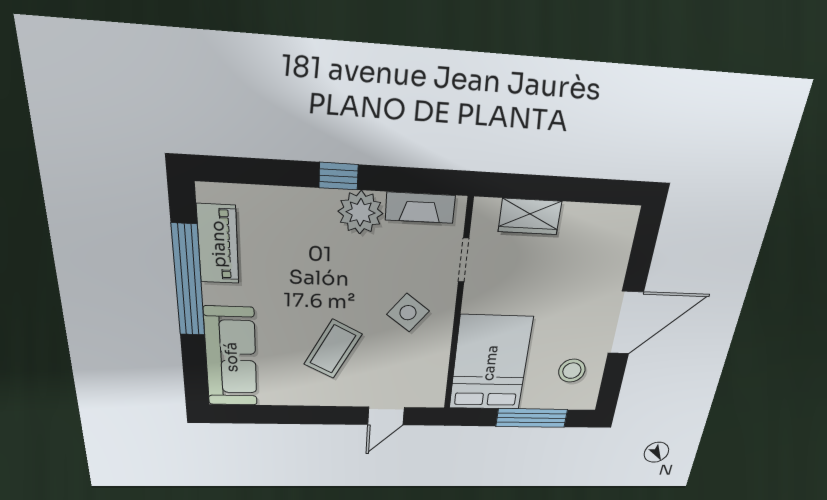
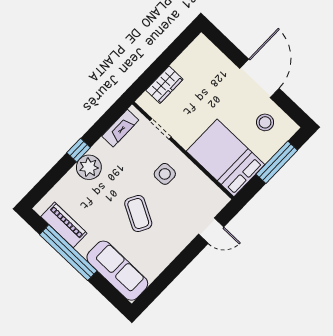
plant: (360, 212) -> (89, 167), moved
side table: (408, 313) -> (165, 174), turned -38
coffee table: (333, 349) -> (138, 214), moved
door: (386, 416) -> (211, 231), hinge flipped

